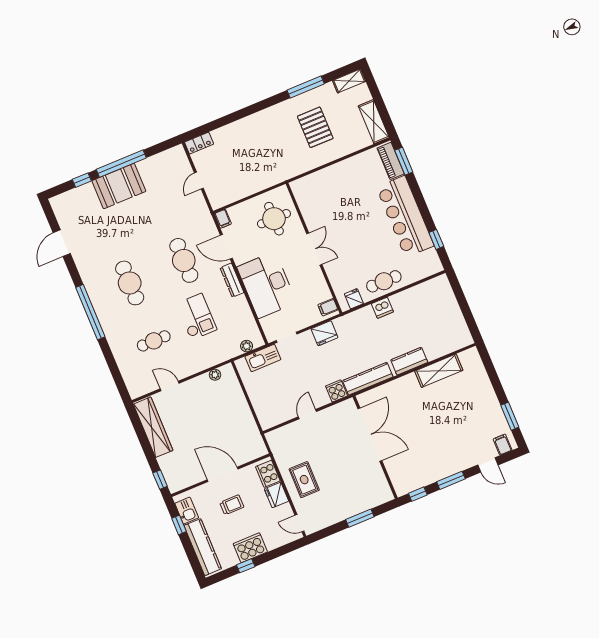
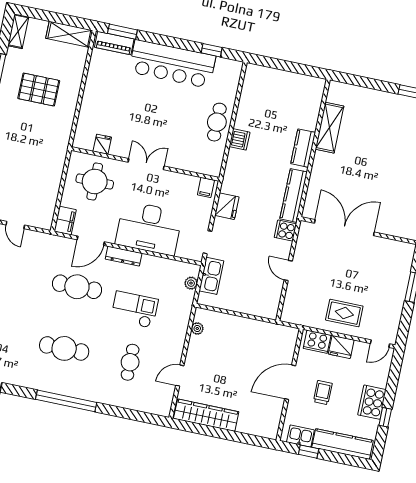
filing cabinet: (223, 219) -> (65, 220), width x2.00
fridge: (354, 299) -> (102, 144), moved, turned 90
window: (160, 480) -> (257, 441), removed

